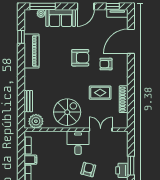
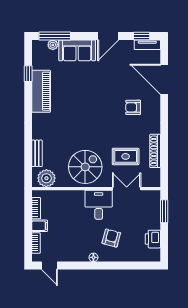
door: (131, 41) -> (164, 79), hinge flipped
armchair: (80, 58) -> (101, 100), removed
rug: (100, 93) -> (126, 156), moved
window: (131, 166) -> (164, 211), moved

